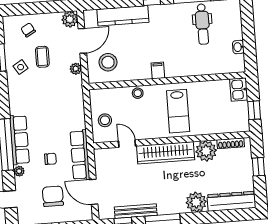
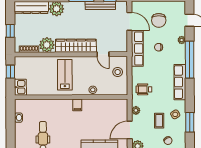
stool: (108, 62) -> (112, 113), removed
wheelchair: (67, 99) -> (144, 89), added
row of seats: (19, 140) -> (180, 82), moved

